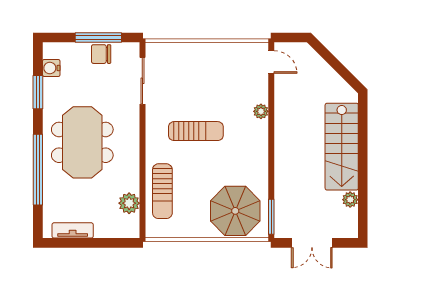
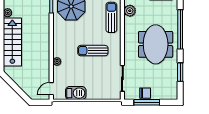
barbecue: (227, 54) -> (76, 93), added
door: (271, 62) -> (51, 89), hinge flipped
water cooler: (51, 68) -> (173, 85), removed

